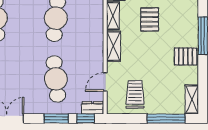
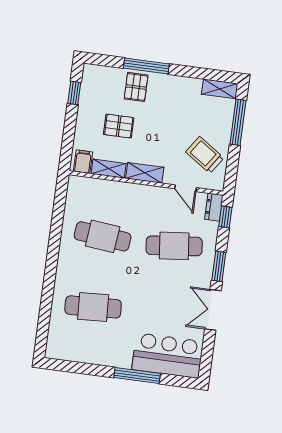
pallet: (186, 57) -> (136, 87), moved
trolley: (135, 94) -> (205, 155), turned 34
window: (56, 118) -> (219, 266), moved

